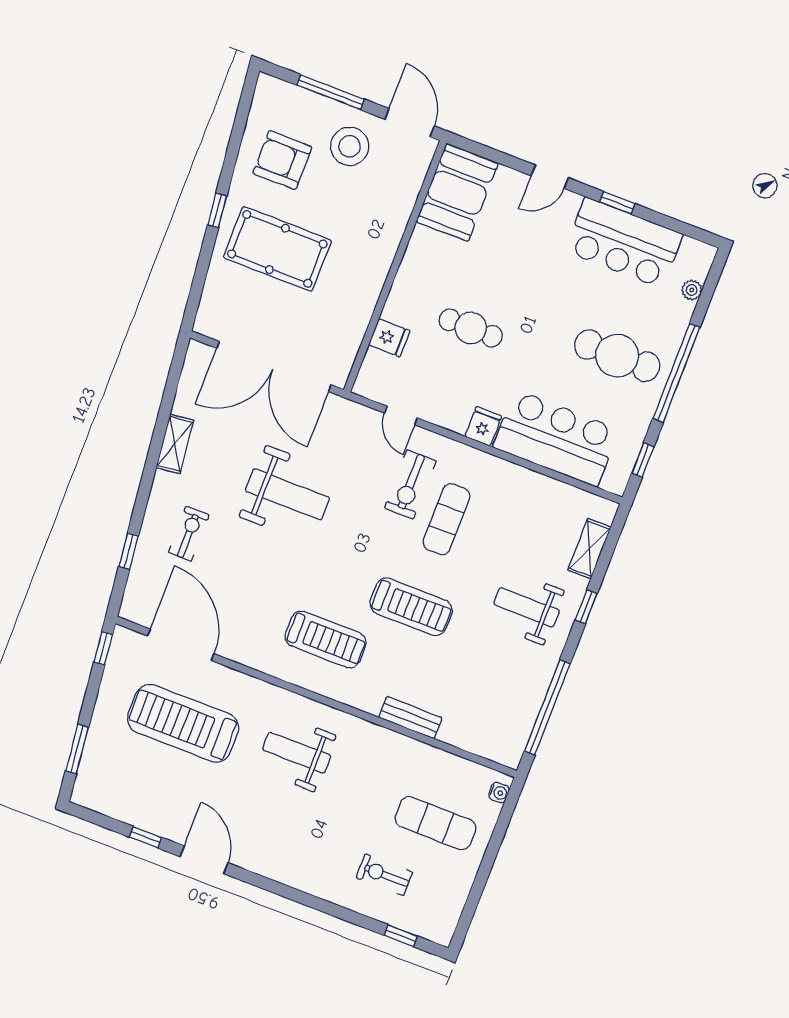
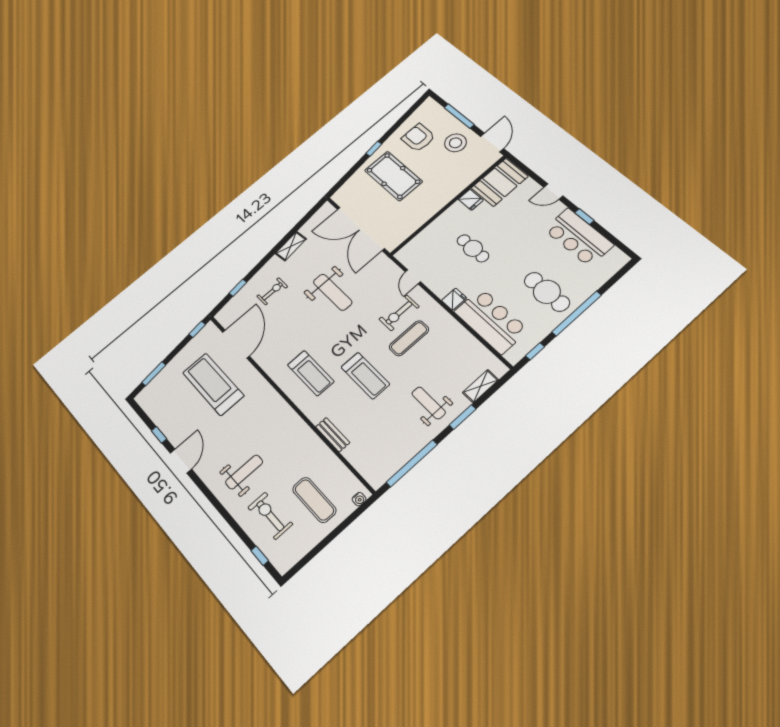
plant: (692, 290) -> (606, 274), removed
fridge: (389, 338) -> (471, 200), moved
window: (586, 607) -> (463, 417), width x1.50
weight bench: (297, 753) -> (244, 472), moved, turned 90
exercise bike: (384, 875) -> (270, 516), width x1.38, depth x1.39

